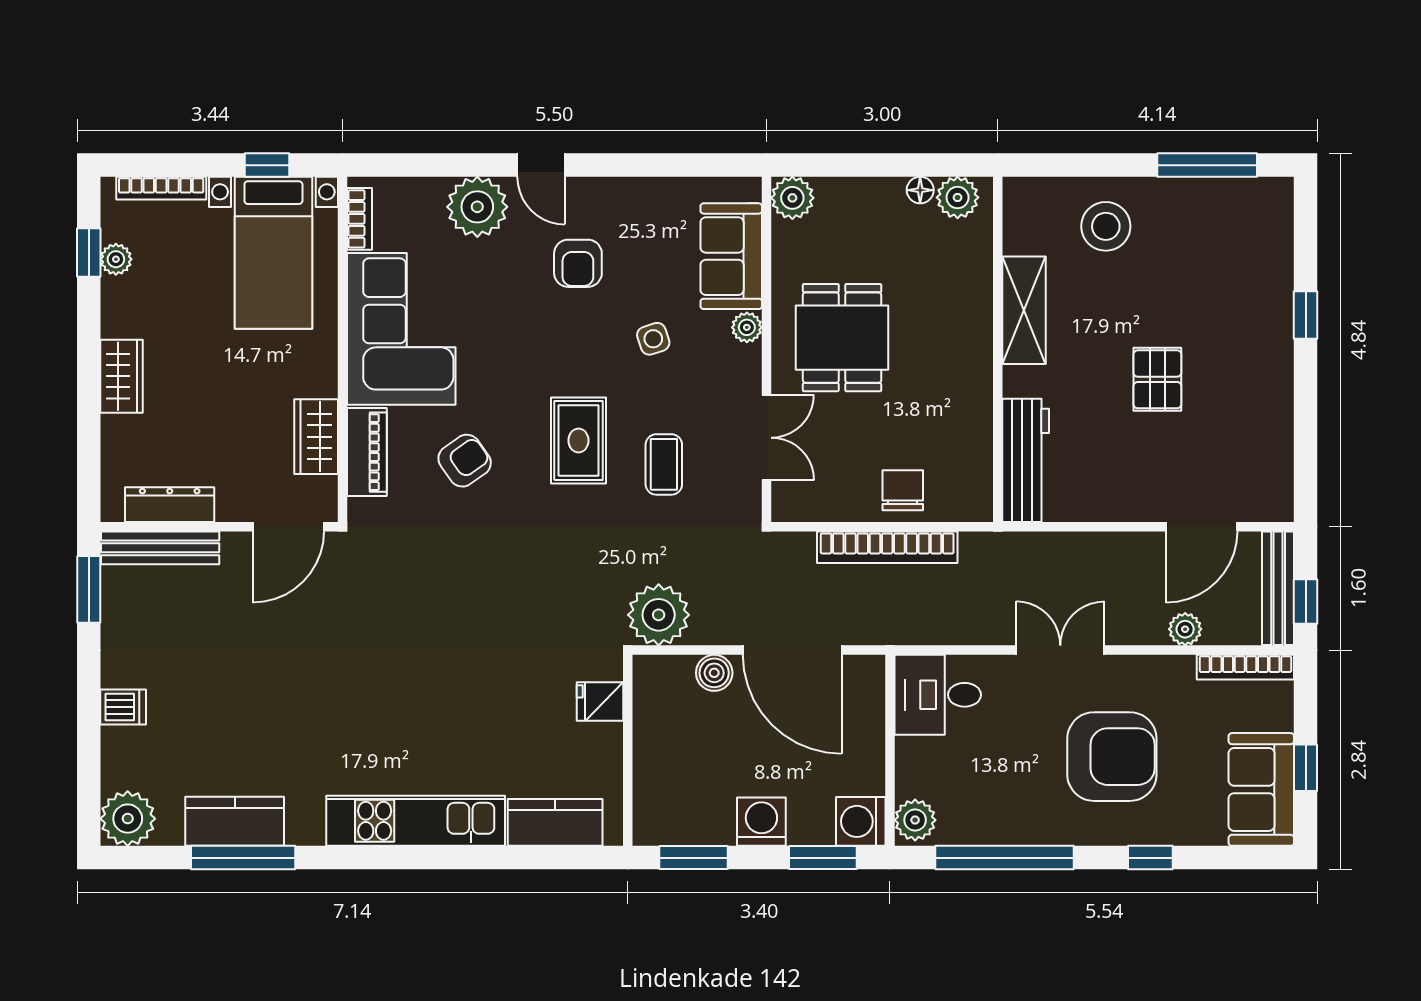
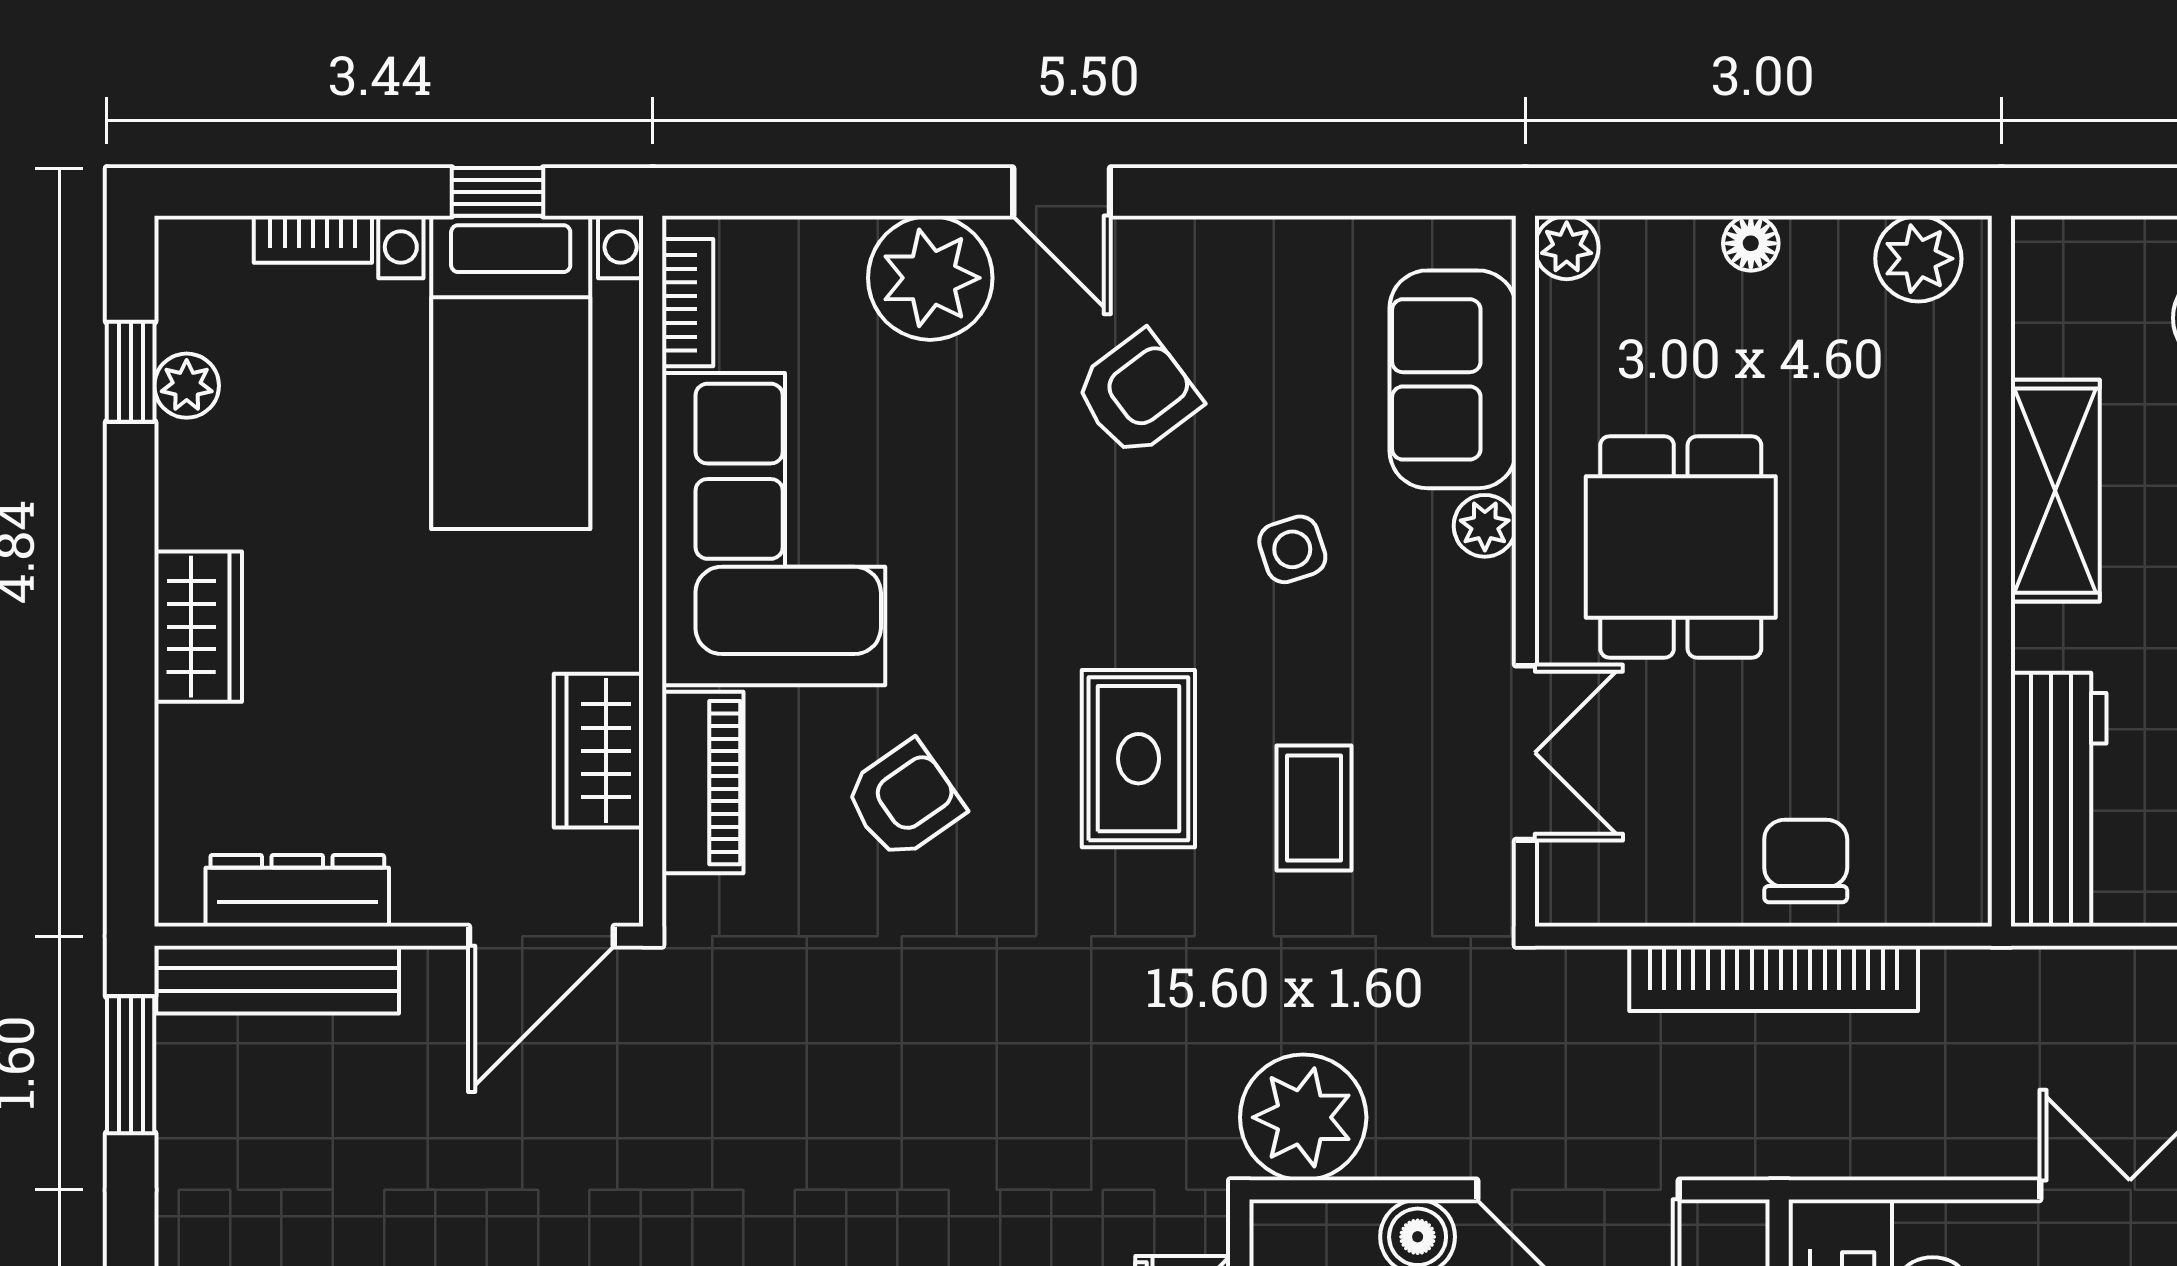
bookcase: (161, 188) -> (313, 239), width x0.64
floor lamp: (920, 190) -> (1751, 243), moved
plant: (792, 198) -> (1567, 247), width x0.73, depth x0.73
armchair: (578, 263) -> (1137, 394), turned -127

